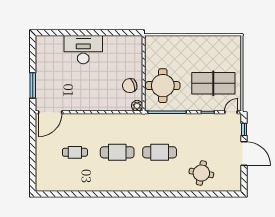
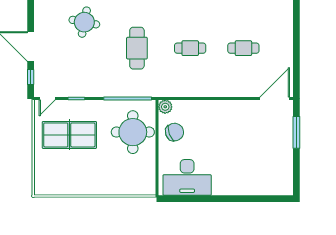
desk: (83, 50) -> (187, 177), moved
cafe table: (117, 152) -> (190, 48), width x0.73, depth x0.74
cafe table: (160, 152) -> (137, 48), turned 90

